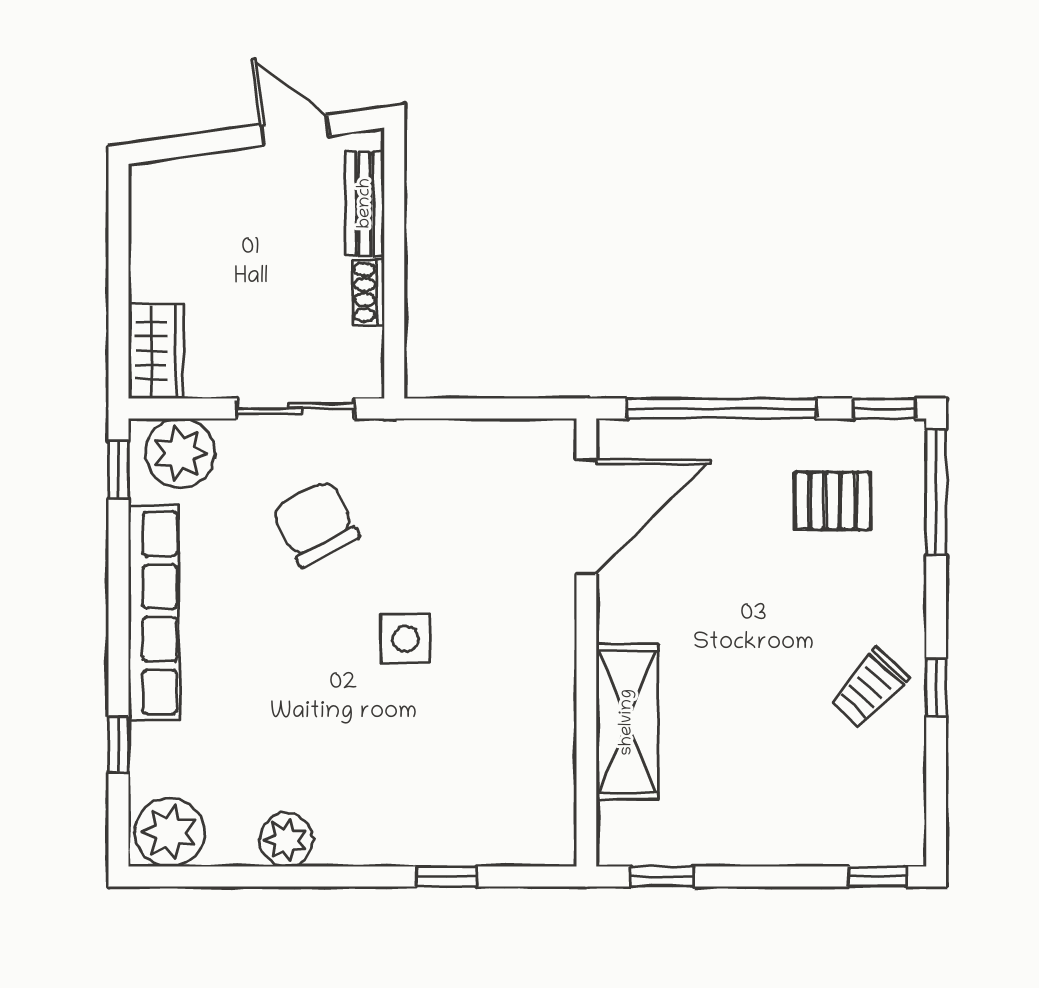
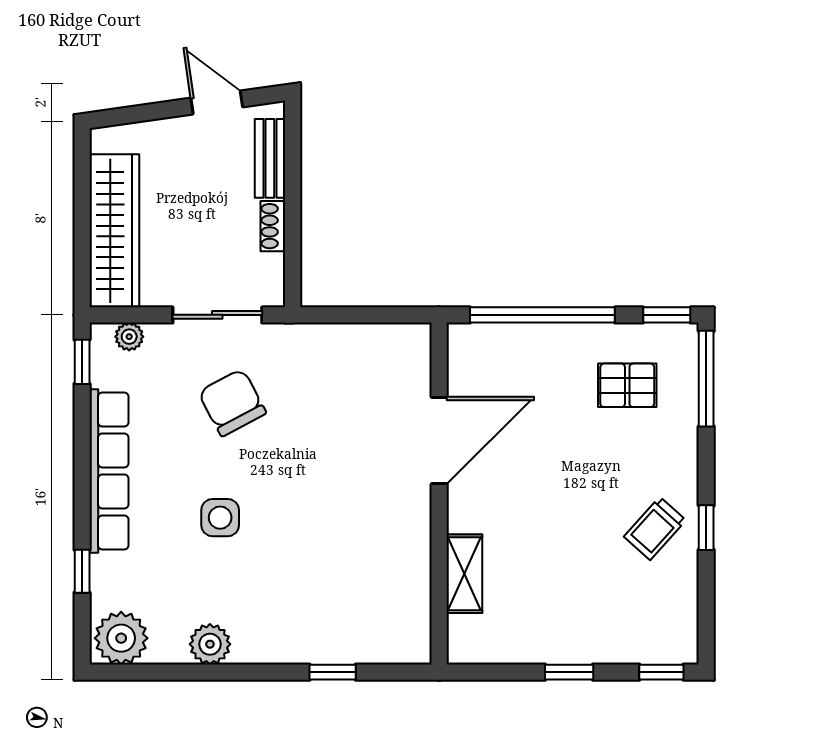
wardrobe: (156, 351) -> (114, 231), width x2.10, depth x1.17
plant: (180, 453) -> (129, 337), width x0.53, depth x0.53
door: (586, 517) -> (439, 440), moved
side table: (406, 639) -> (220, 518), moved
shelving: (627, 722) -> (464, 574), width x0.67, depth x0.75
window: (662, 877) -> (569, 672), moved

